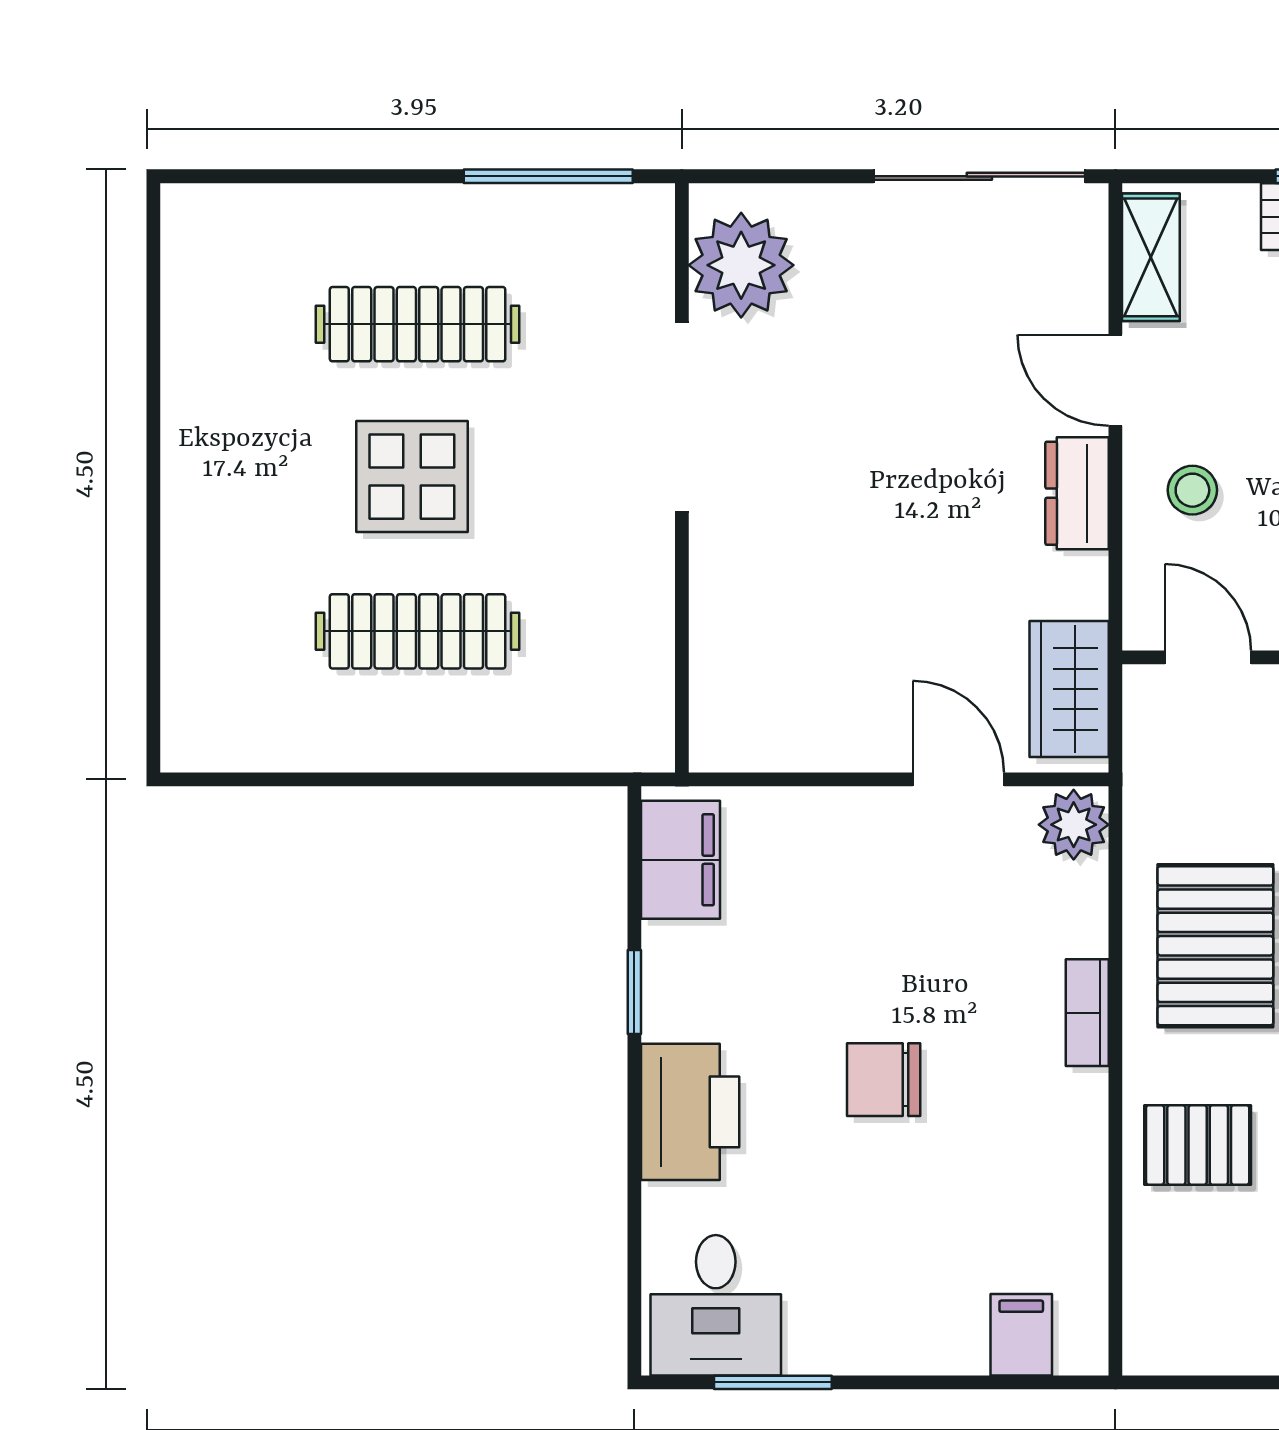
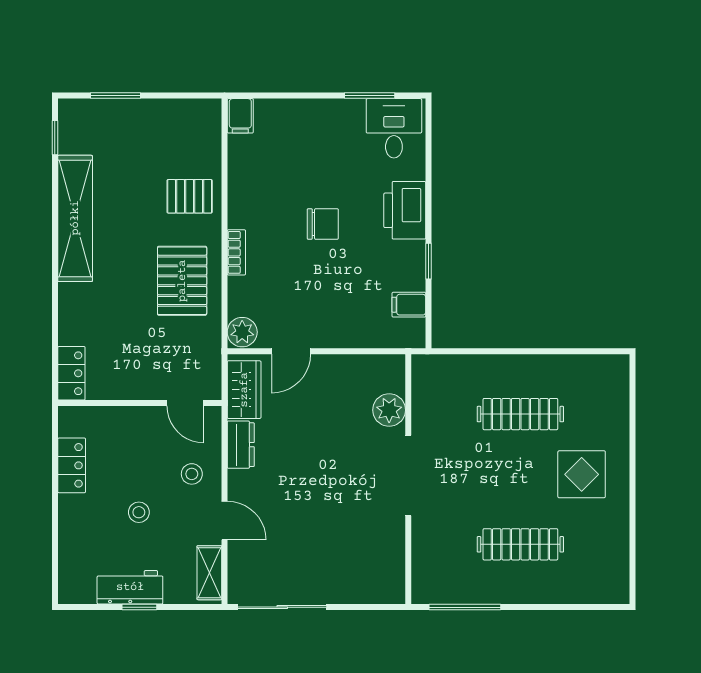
plant: (741, 265) -> (389, 410), moved, width x0.73, depth x0.73
doorway: (682, 417) -> (408, 476), moved
display table: (412, 477) -> (582, 474), moved
dresser: (1077, 493) -> (241, 445), moved
door: (958, 779) -> (291, 351), hinge flipped
filing cabinet: (681, 860) -> (409, 305), width x0.50
filing cabinet: (1021, 1335) -> (240, 116), moved

